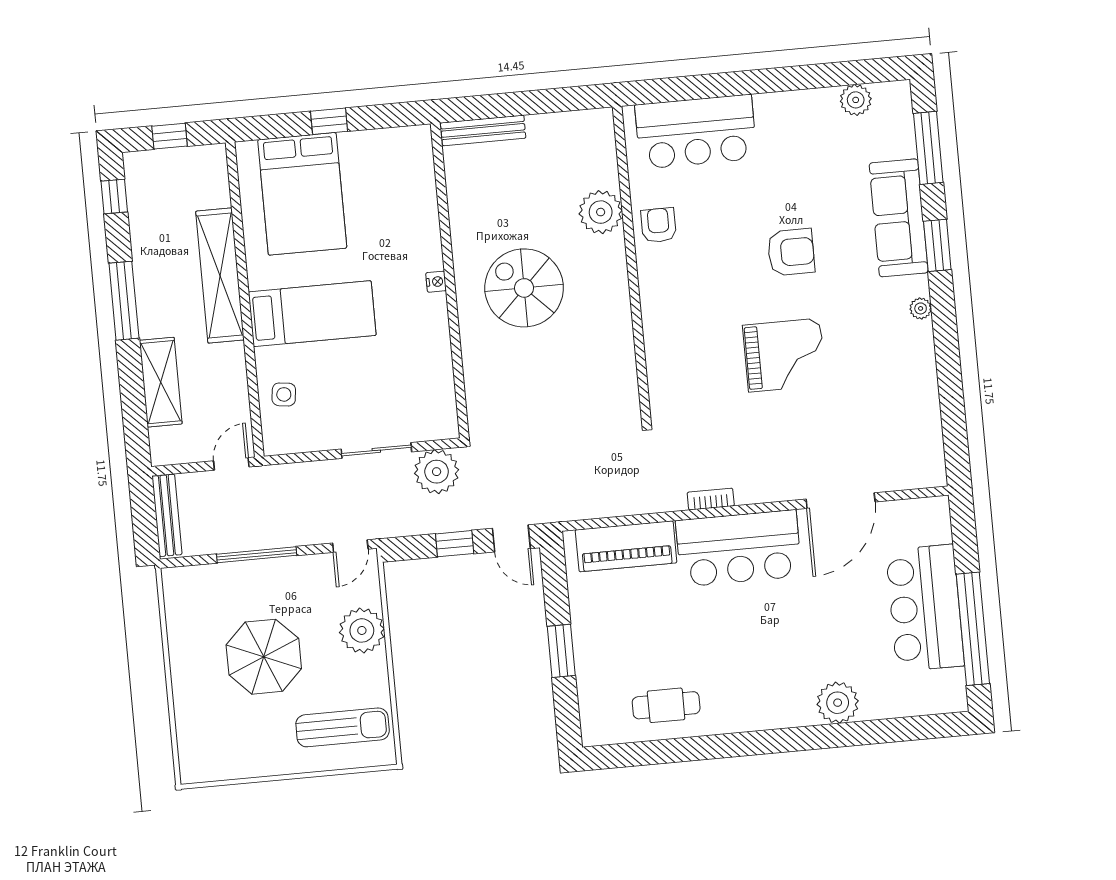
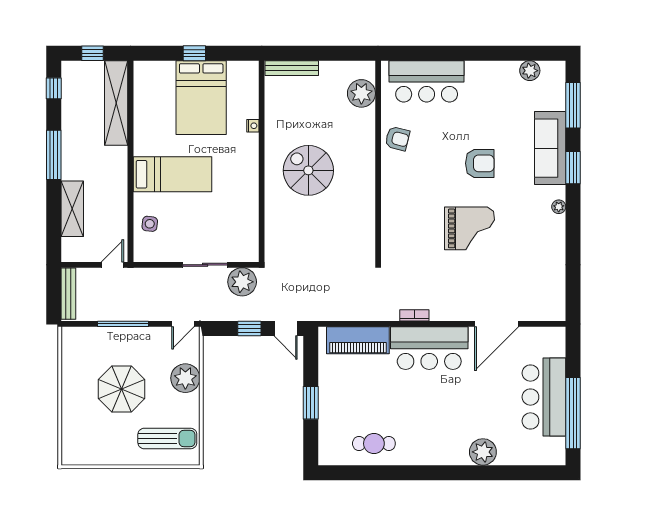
bed: (302, 194) -> (201, 98), moved
plant: (601, 212) -> (361, 93), moved
armchair: (658, 225) -> (397, 139), turned 104
shelving: (220, 276) -> (116, 103), moved
nightstand: (436, 282) -> (253, 126), moved

